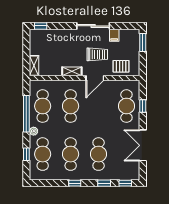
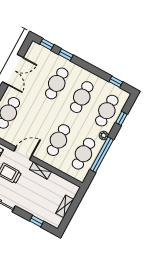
window: (41, 26) -> (37, 221), moved
shelving: (34, 66) -> (65, 206), moved
window: (75, 183) -> (116, 82), moved

